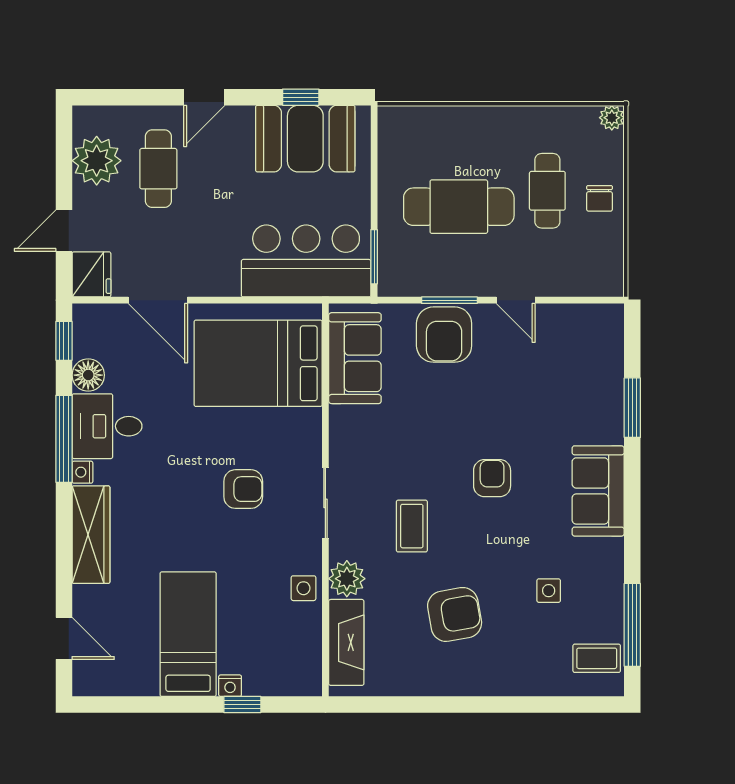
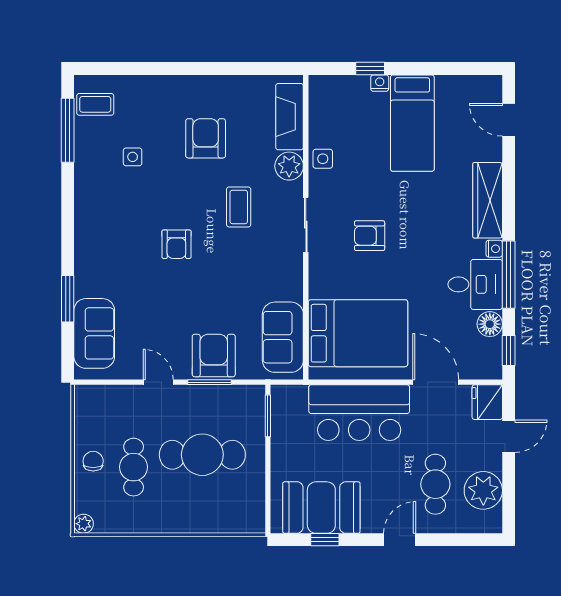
bar counter: (306, 261) -> (359, 413), moved
sofa: (598, 491) -> (94, 333), moved
armchair: (455, 614) -> (206, 138), turned 100

